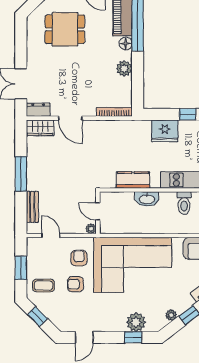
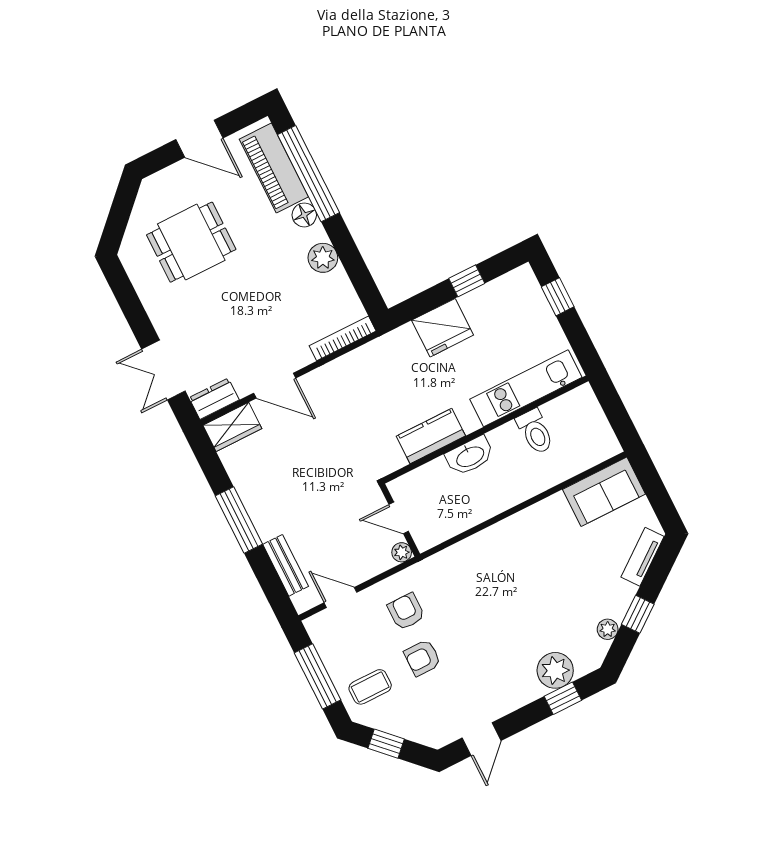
corner sofa: (133, 265) -> (501, 578), removed
window: (21, 268) -> (318, 676), width x1.44

